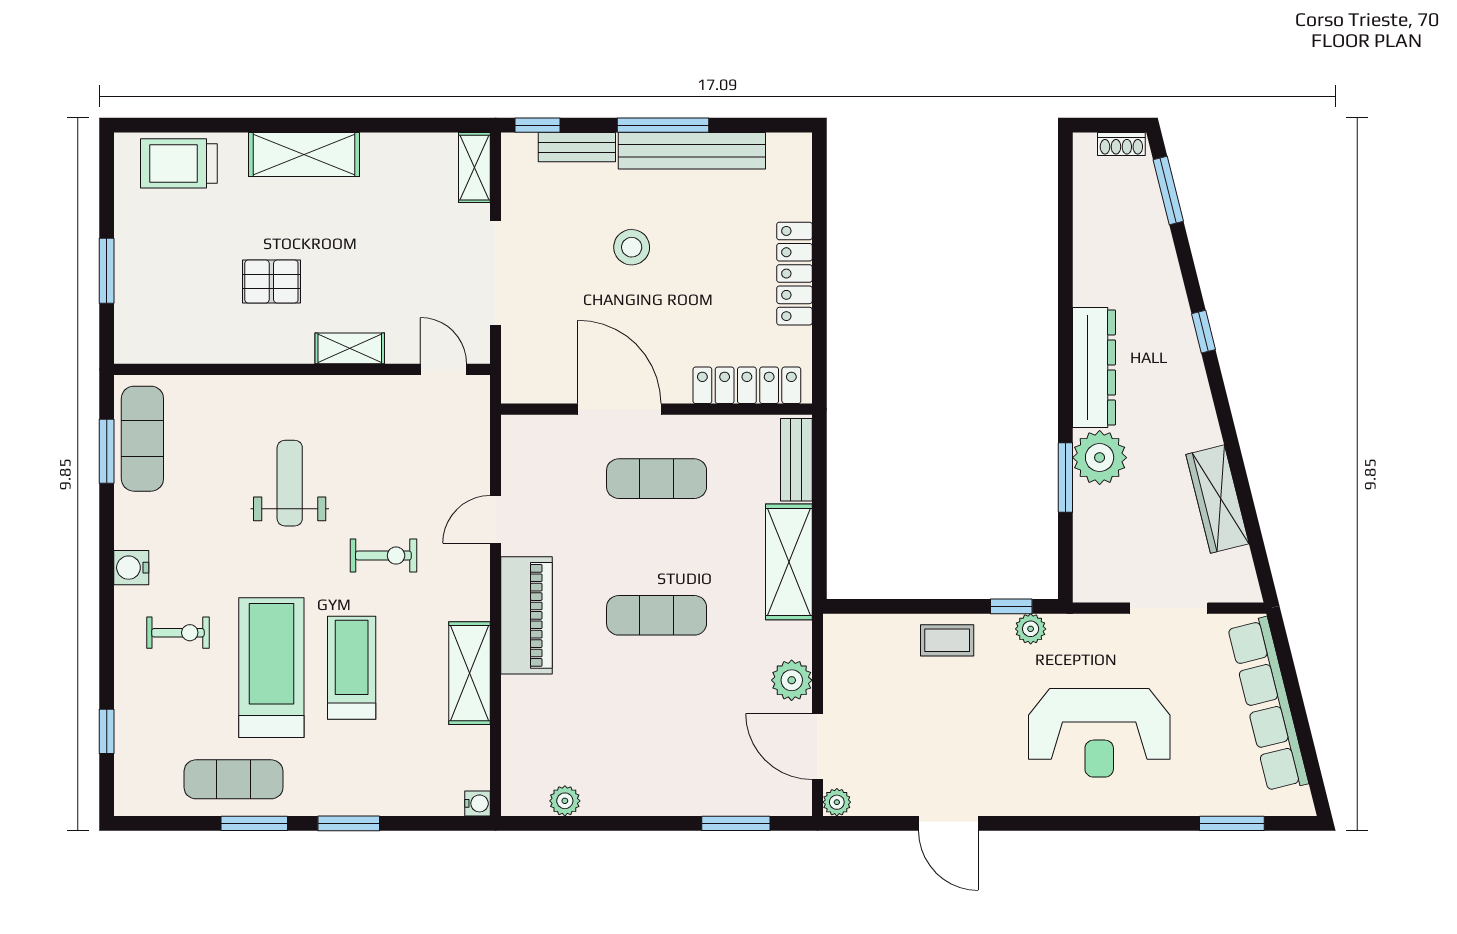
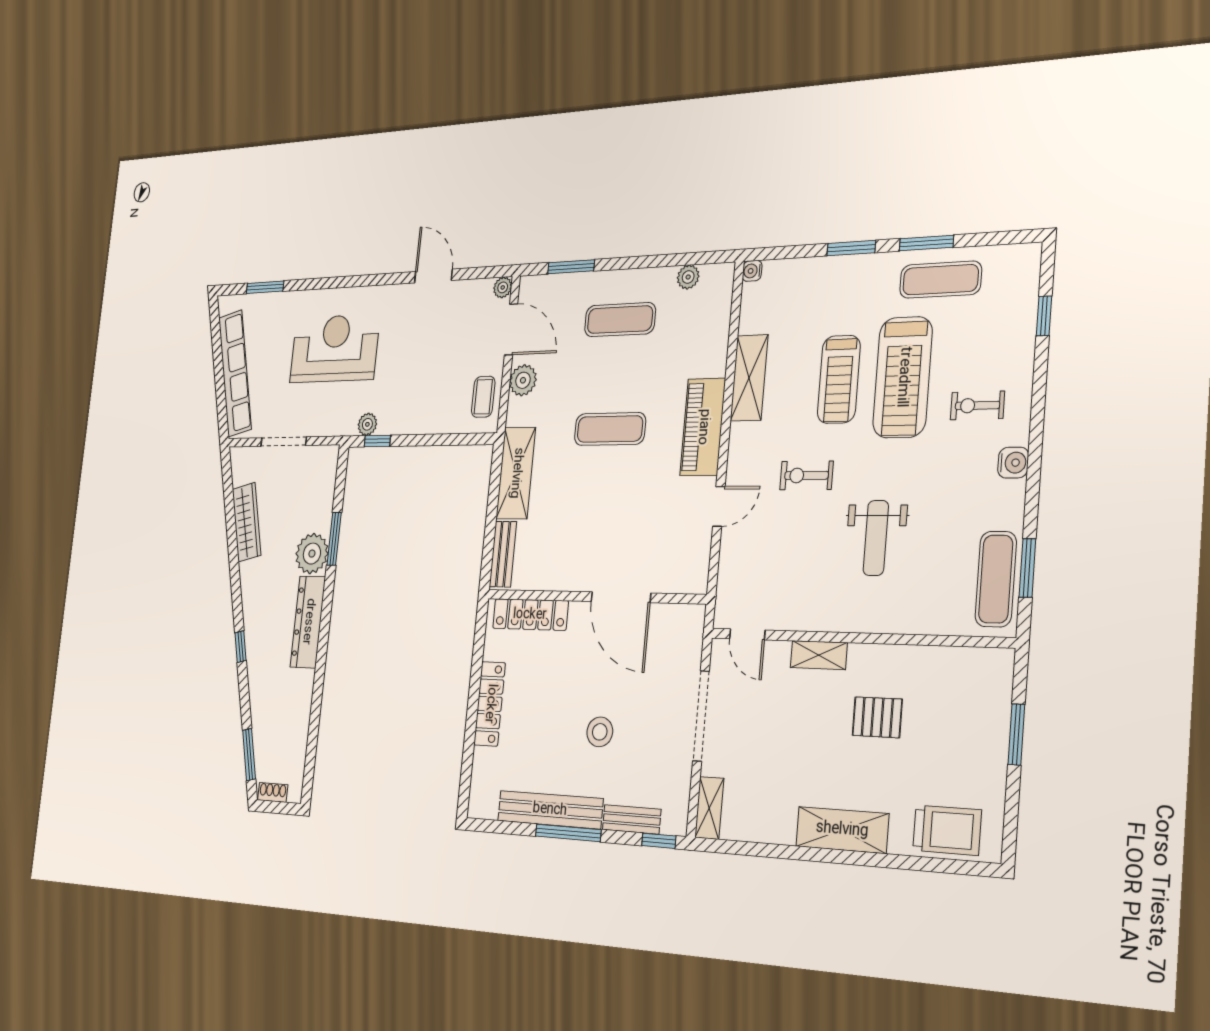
exercise mat: (657, 479) -> (620, 320), moved
coffee table: (947, 640) -> (483, 397), moved, turned 90

